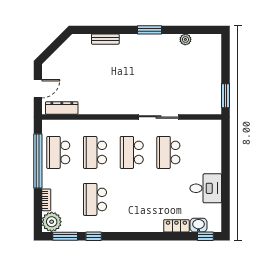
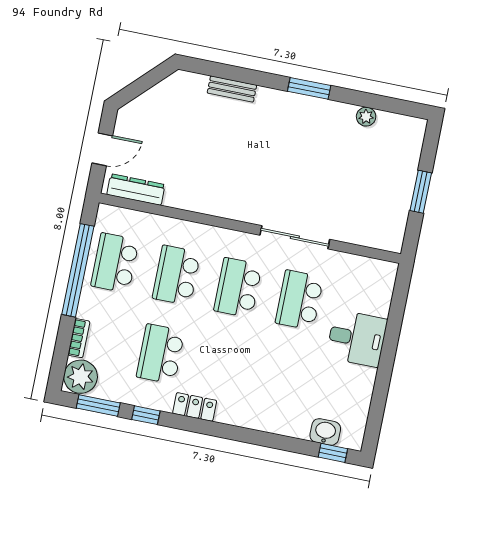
window: (226, 96) -> (421, 192), moved
desk: (206, 188) -> (357, 338), moved
locker: (176, 226) -> (195, 407), moved

